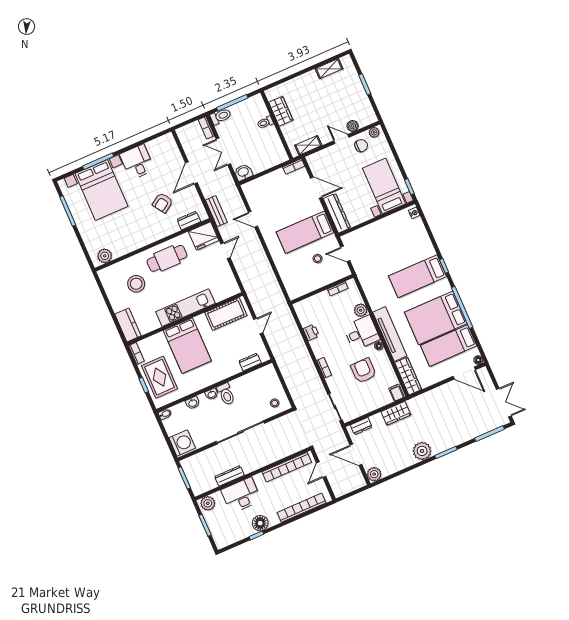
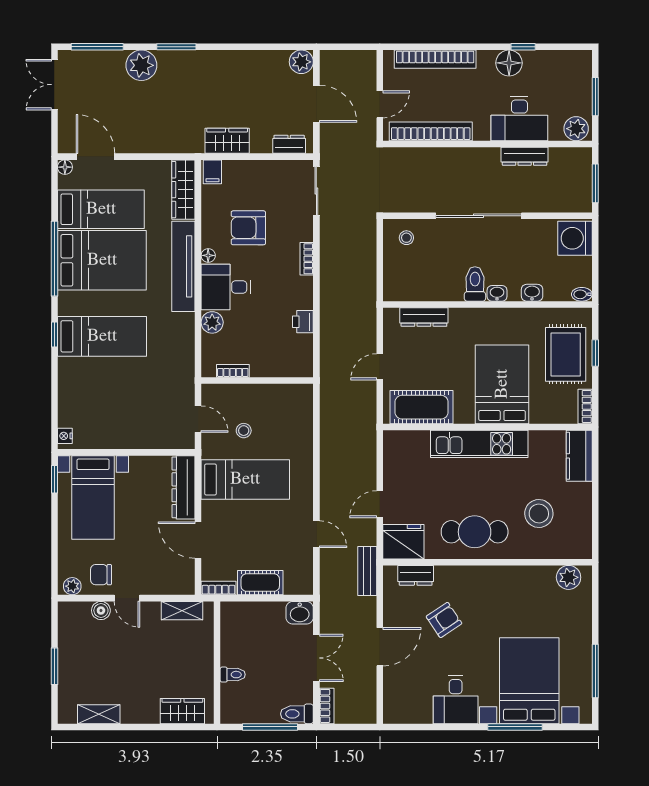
wardrobe: (281, 111) -> (182, 711), moved, turned 90
cot: (272, 179) -> (260, 583), added
dresser: (250, 362) -> (424, 317), width x1.44
armchair: (363, 371) -> (248, 228), turned 90
plant: (422, 451) -> (141, 65), moved

